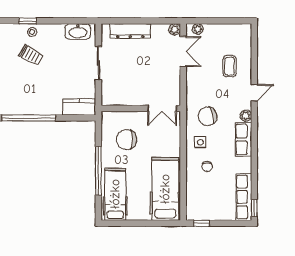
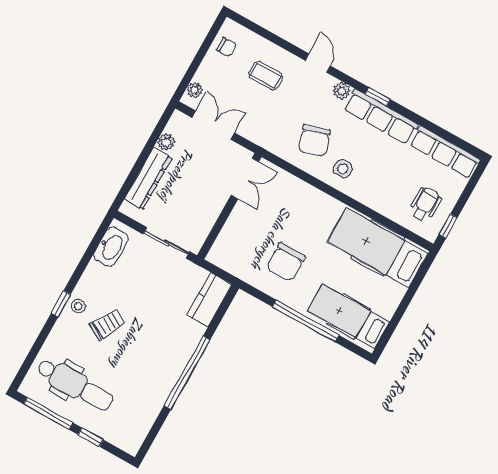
plant: (175, 29) -> (166, 142), moved
wall: (141, 108) -> (229, 206), moved
double door: (162, 108) -> (245, 179), moved
row of seats: (243, 139) -> (381, 117), width x1.48
chair: (207, 166) -> (226, 47), moved
wheelchair: (206, 202) -> (425, 204), added
window: (254, 208) -> (378, 97), moved

